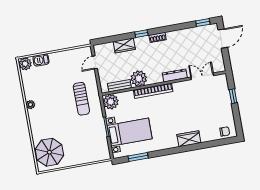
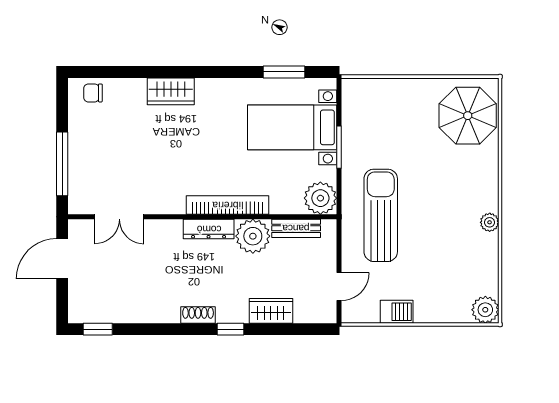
door: (223, 39) -> (62, 259), moved
barbecue: (41, 60) -> (397, 312), moved
dresser: (175, 75) -> (209, 229), moved
window: (233, 96) -> (62, 164), width x2.17
sun lounger: (81, 99) -> (381, 215), width x1.36, depth x1.34

